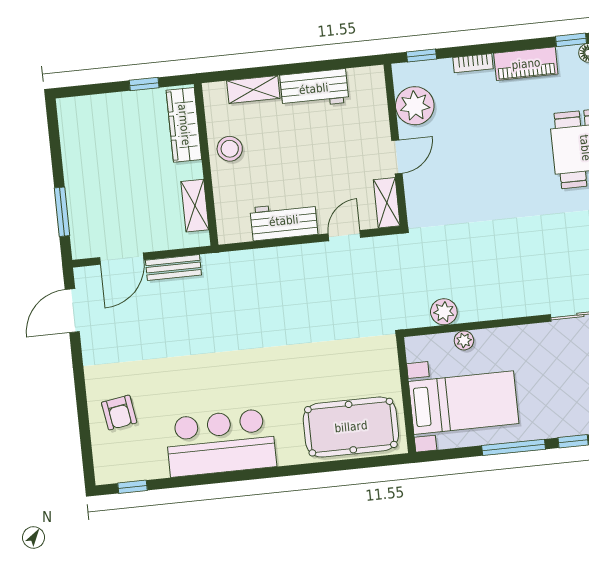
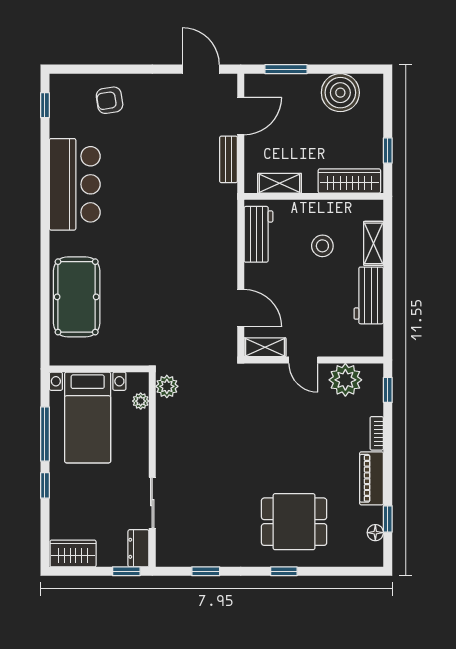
boiler: (83, 146) -> (340, 93), added
stool: (230, 149) -> (322, 246), moved
workbench: (284, 221) -> (258, 234), moved
door: (344, 236) -> (241, 308), width x1.38
door: (122, 259) -> (241, 116), swing flipped
wall: (406, 395) -> (99, 369), moved
bed with nightstands: (464, 403) -> (88, 417), moved

